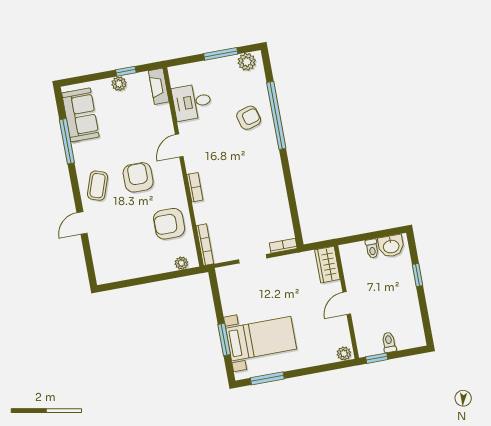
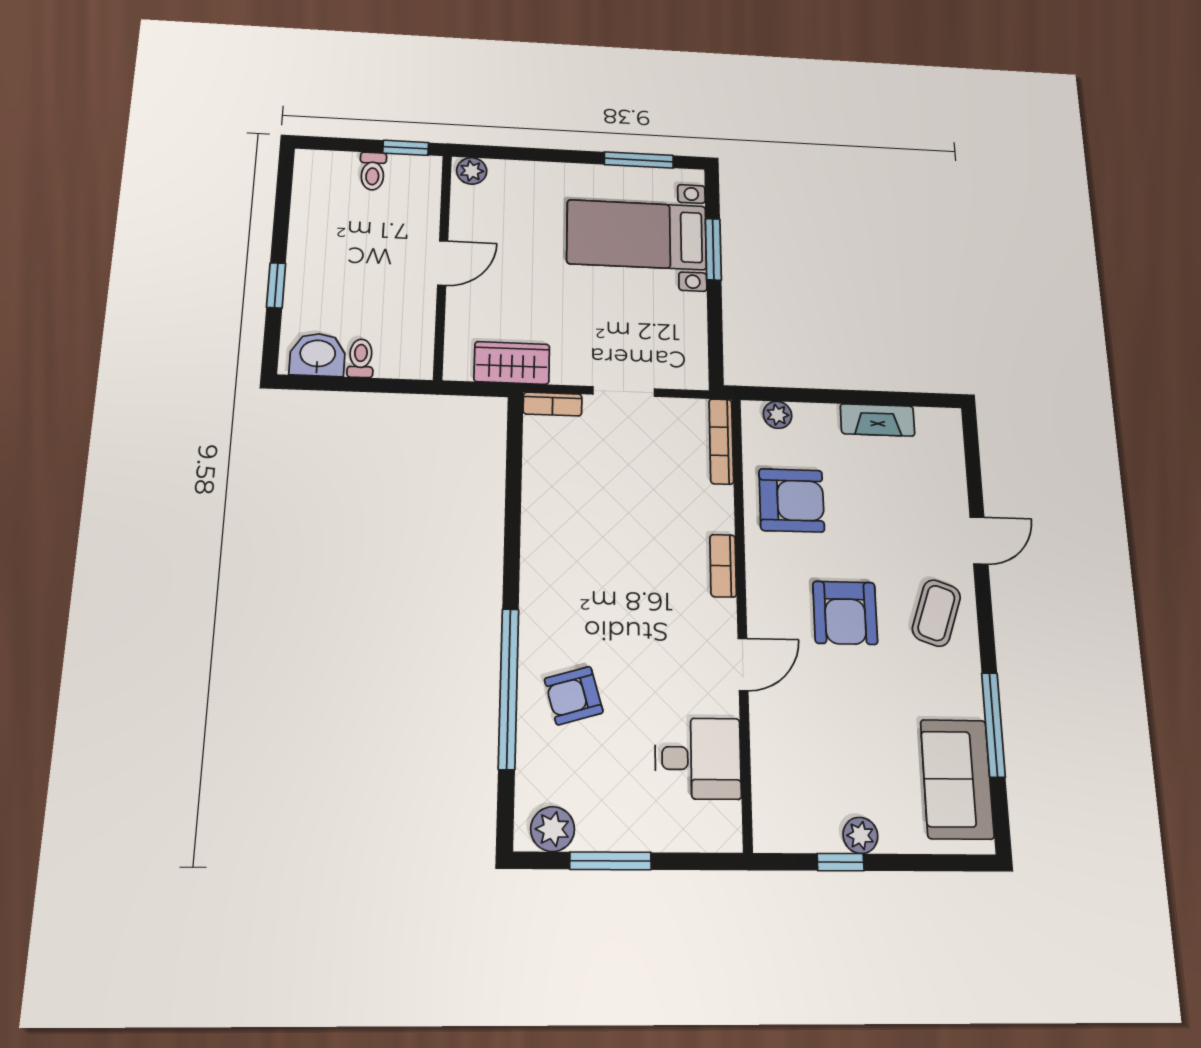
fireplace: (159, 86) -> (878, 420), moved, turned 90
wardrobe: (327, 265) -> (512, 363), moved, turned -90

